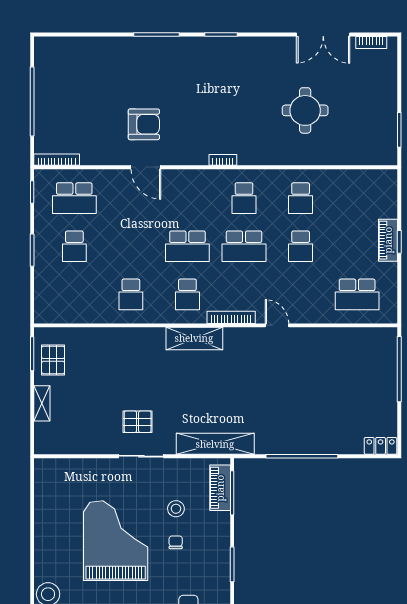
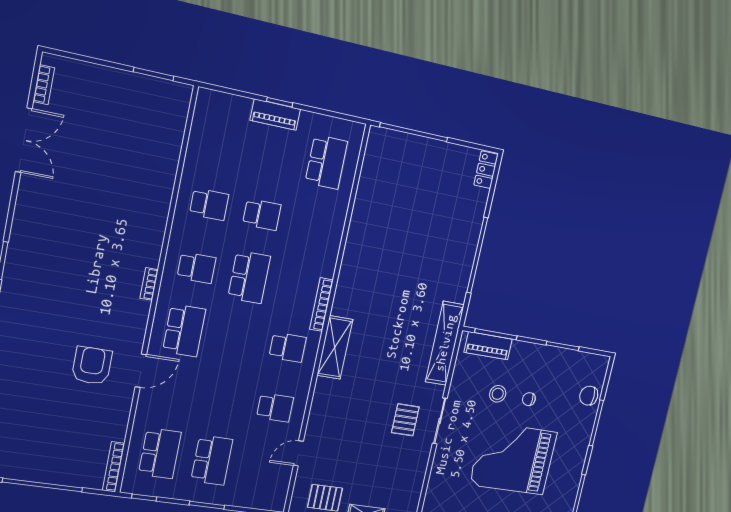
round table: (305, 110) -> (110, 179), removed
school desk: (74, 246) -> (212, 460), width x1.85
school desk: (187, 246) -> (184, 330), moved
door: (277, 325) -> (298, 453), moved

